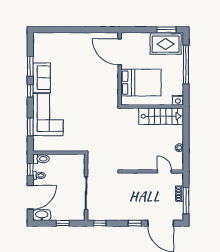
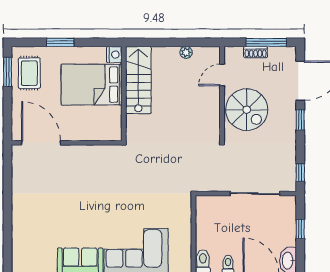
rug: (166, 44) -> (29, 73), width x0.73, depth x0.70
door: (120, 52) -> (41, 143), swing flipped
window: (186, 65) -> (60, 42), width x0.47
bed: (141, 83) -> (92, 85), moved, turned -90
spiral stairs: (141, 188) -> (247, 110), added

